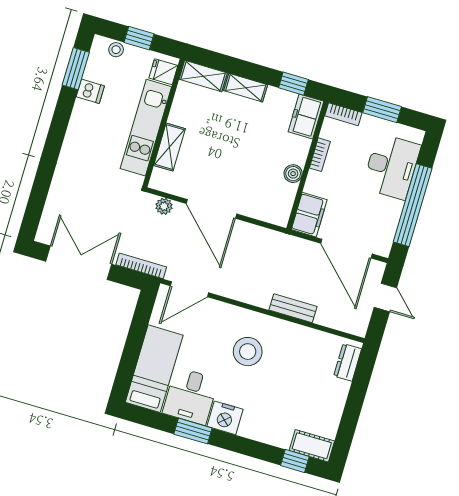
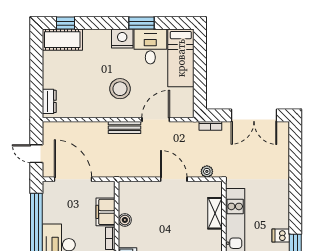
door: (211, 209) -> (174, 179), width x0.73
filing cabinet: (309, 215) -> (105, 212), moved
bookcase: (141, 266) -> (210, 126), width x0.64
door: (189, 289) -> (156, 120), moved
bench: (293, 308) -> (124, 128), moved
cot: (312, 446) -> (62, 40), width x1.37, depth x1.34

